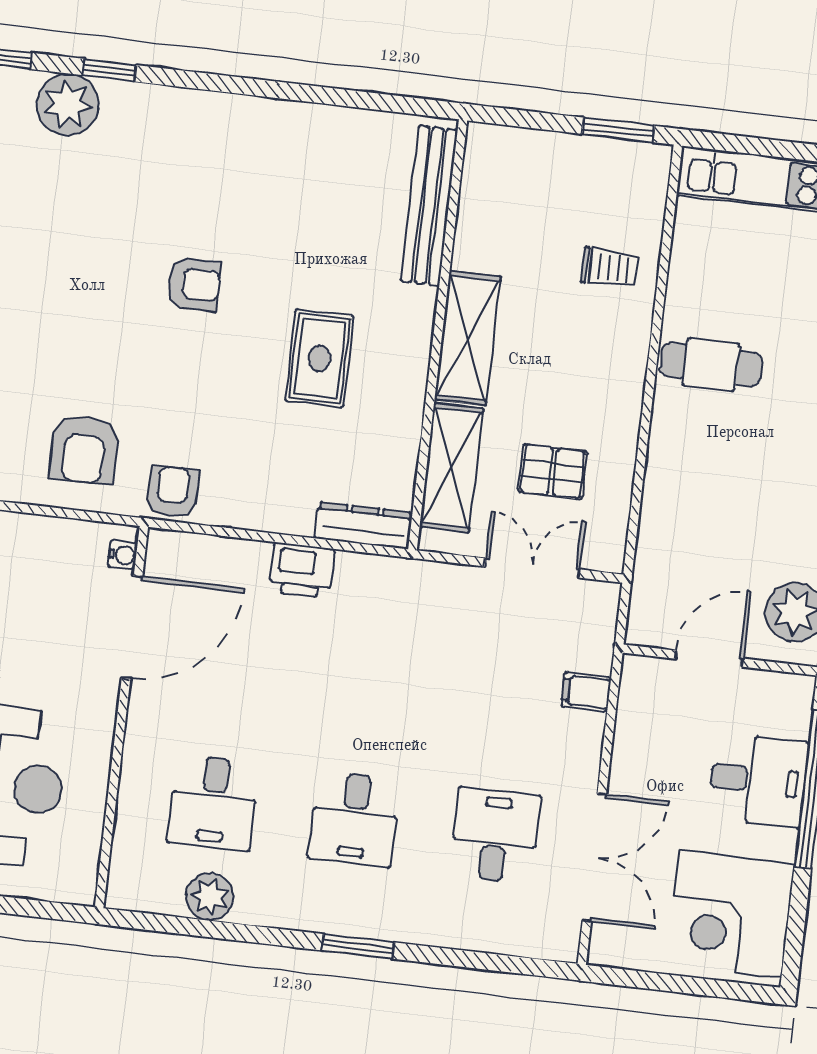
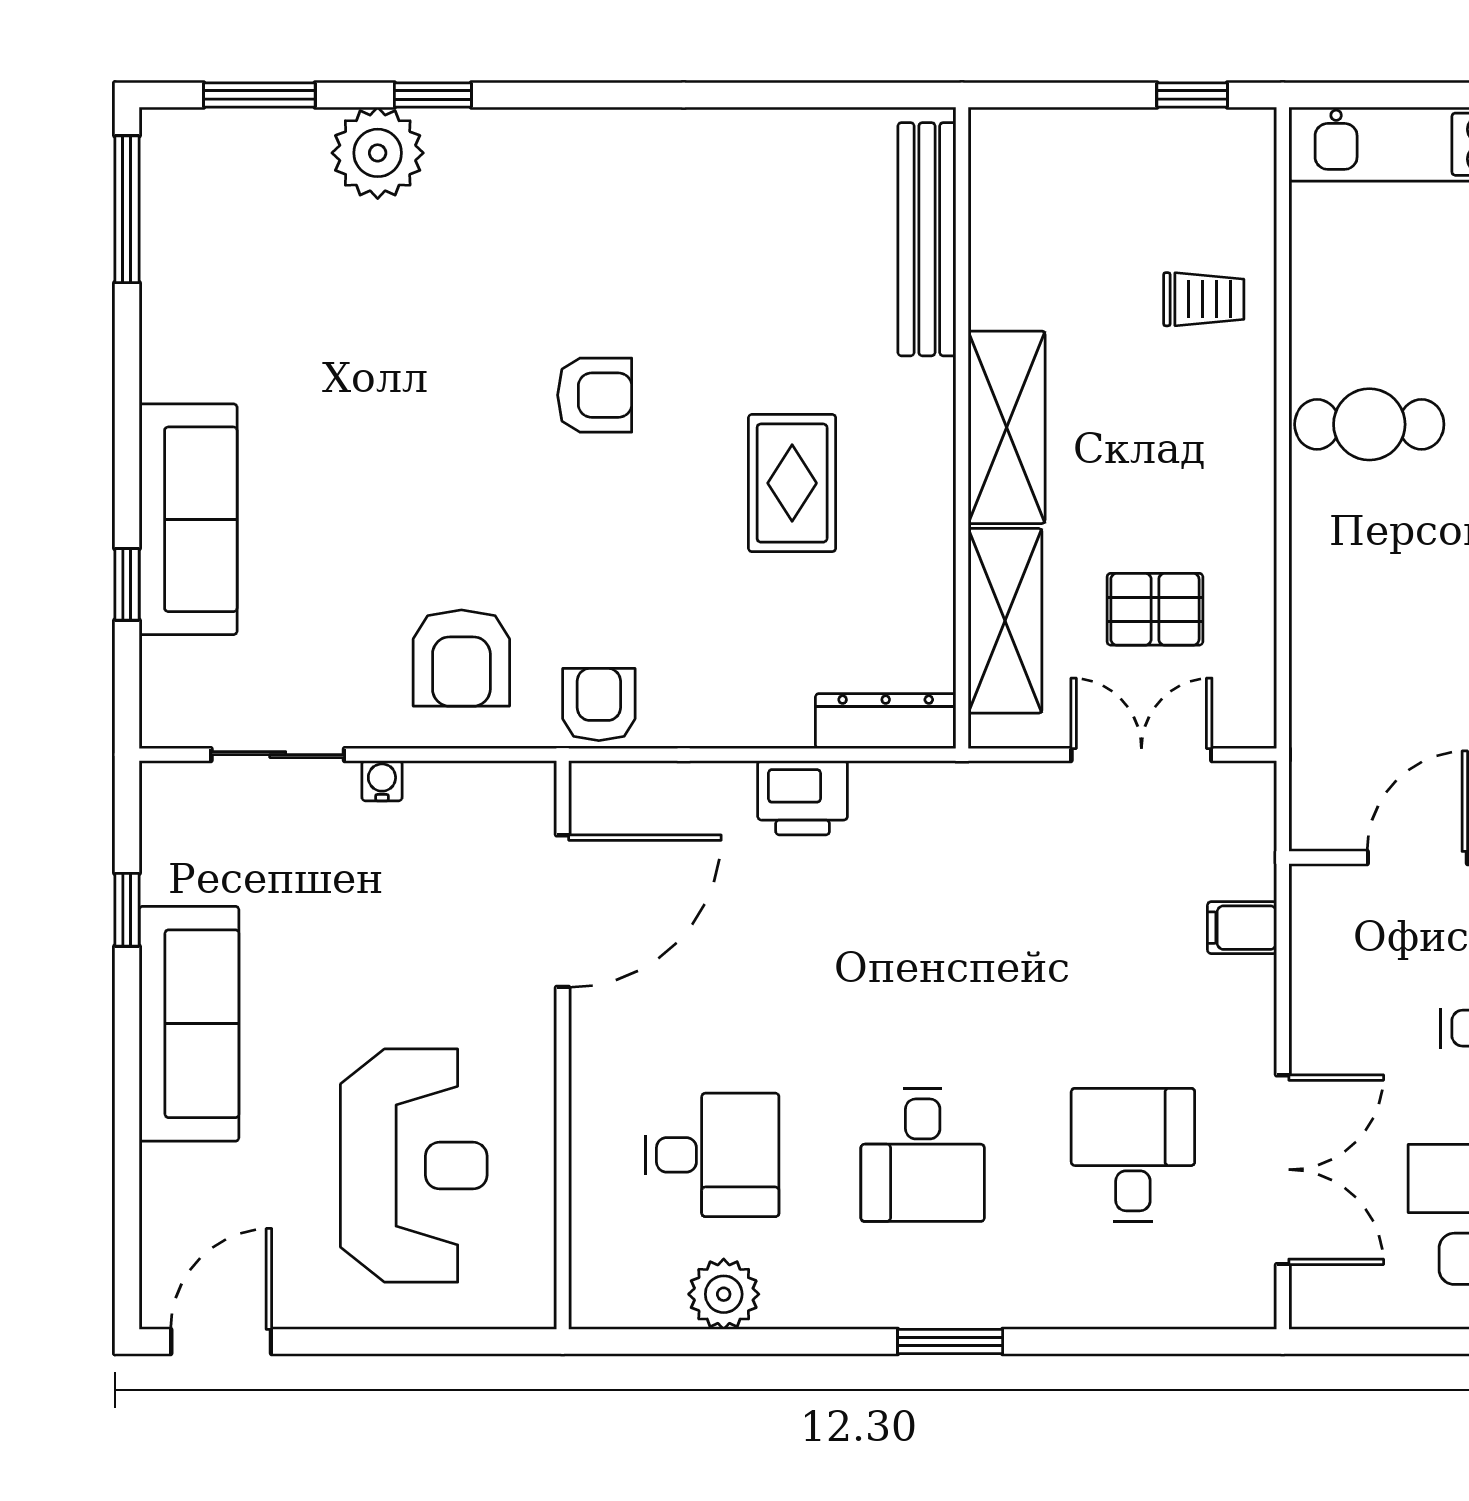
window: (618, 130) -> (1192, 95), width x0.67
water cooler: (123, 555) -> (382, 781), moved, turned -90
desk: (213, 802) -> (712, 1155), turned -90

